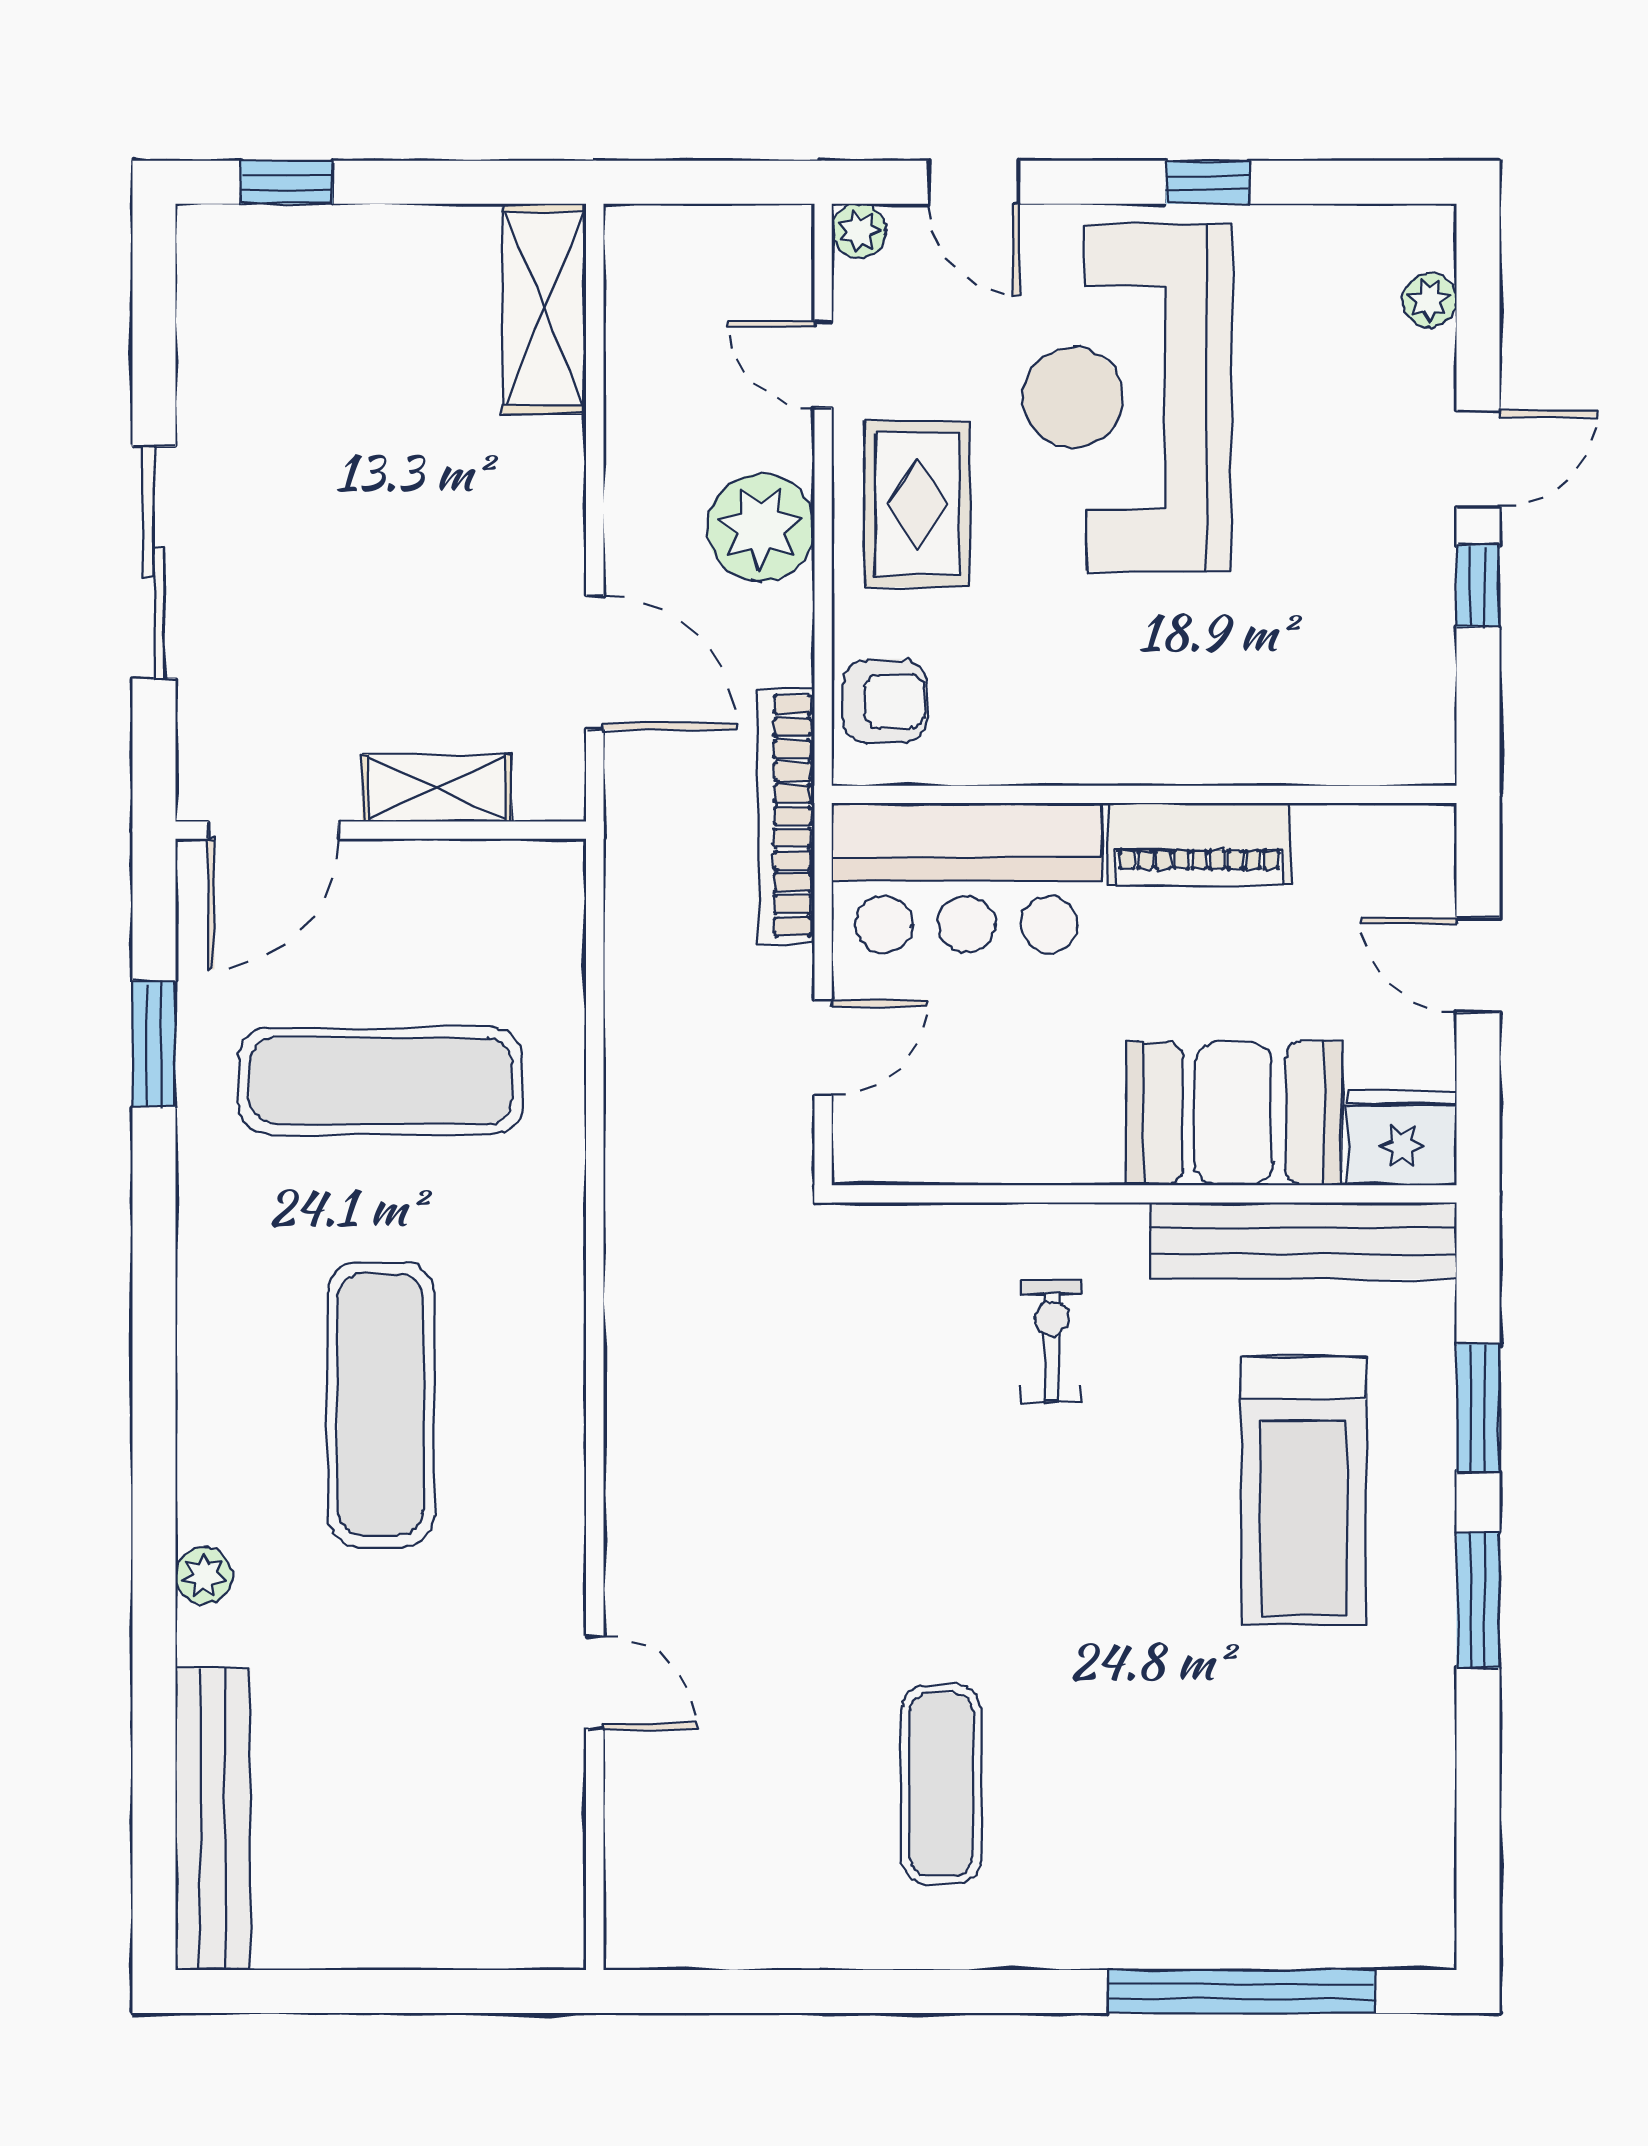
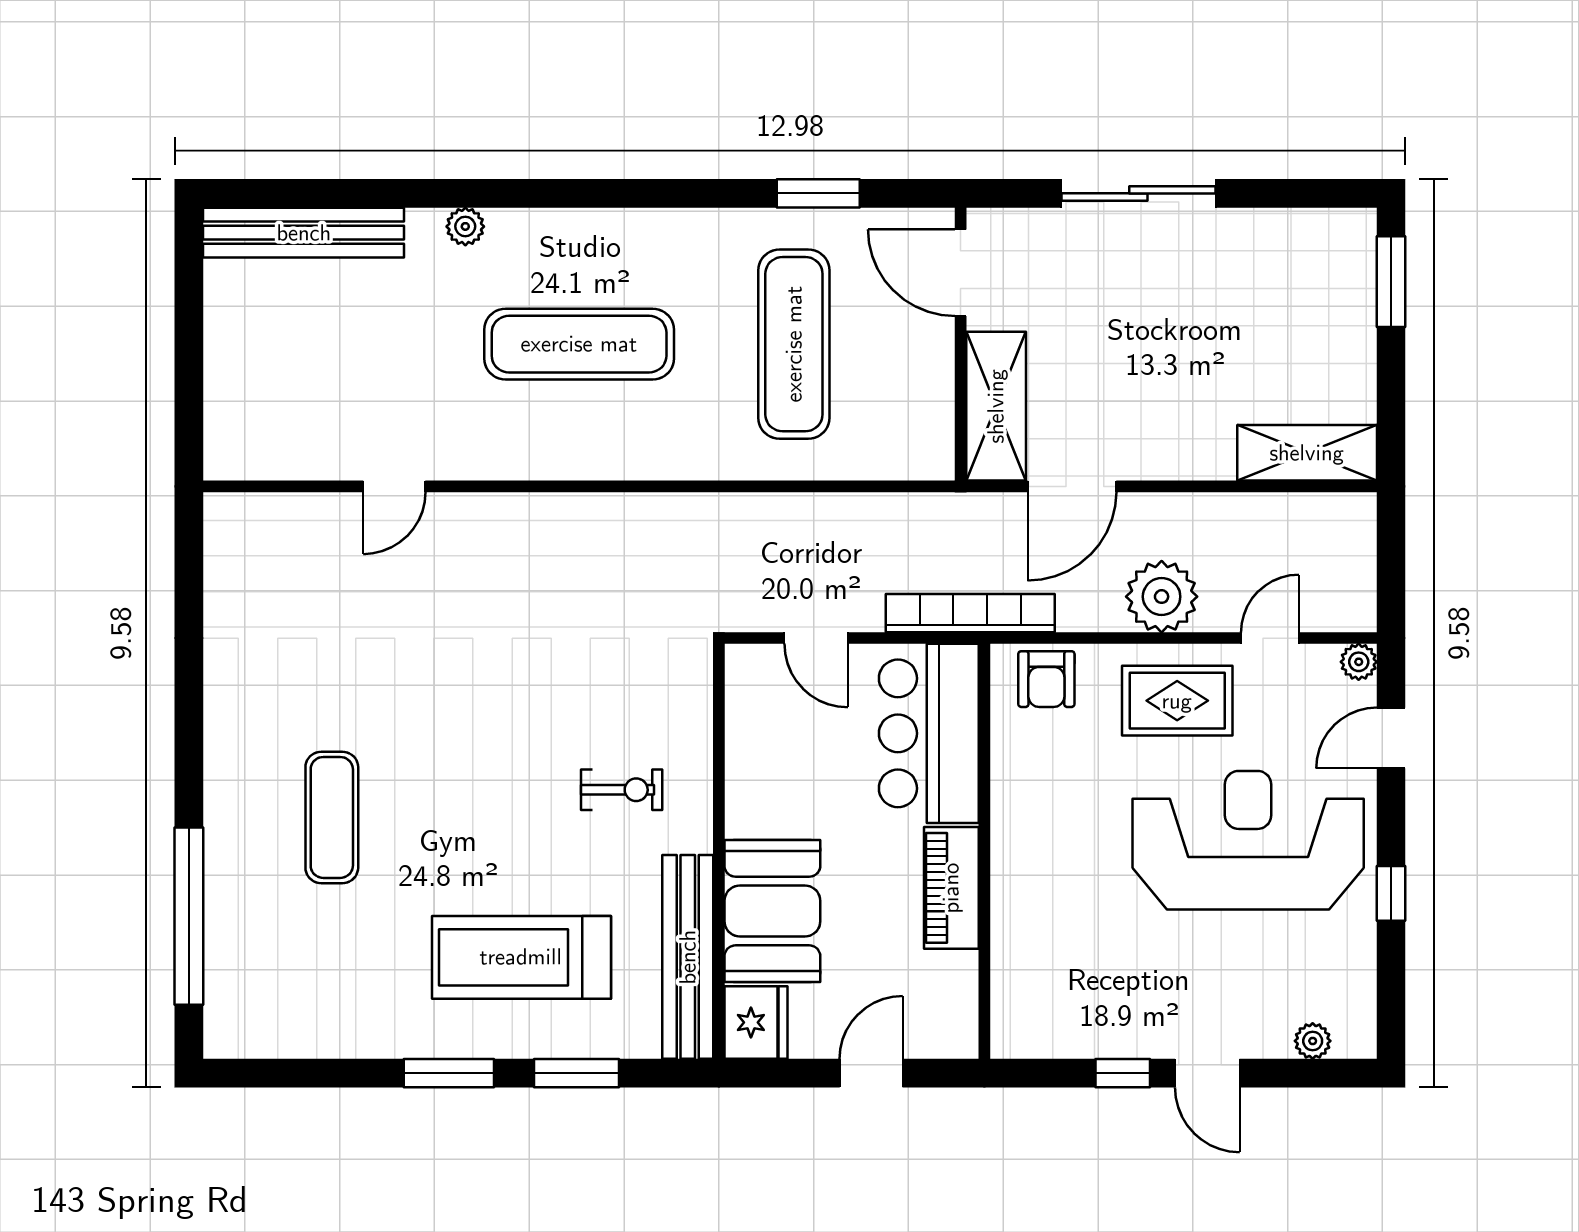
window: (287, 182) -> (1391, 282), width x1.50
shelving: (437, 788) -> (996, 406), width x1.50, depth x1.33
exercise mat: (941, 1784) -> (332, 817), moved, turned 90

